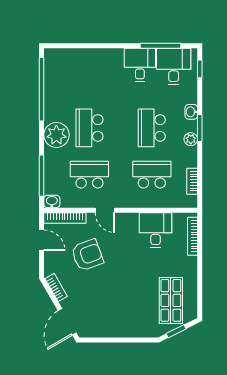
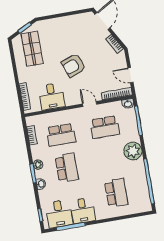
school desk: (89, 128) -> (116, 193), moved
armchair: (87, 255) -> (74, 65), moved

